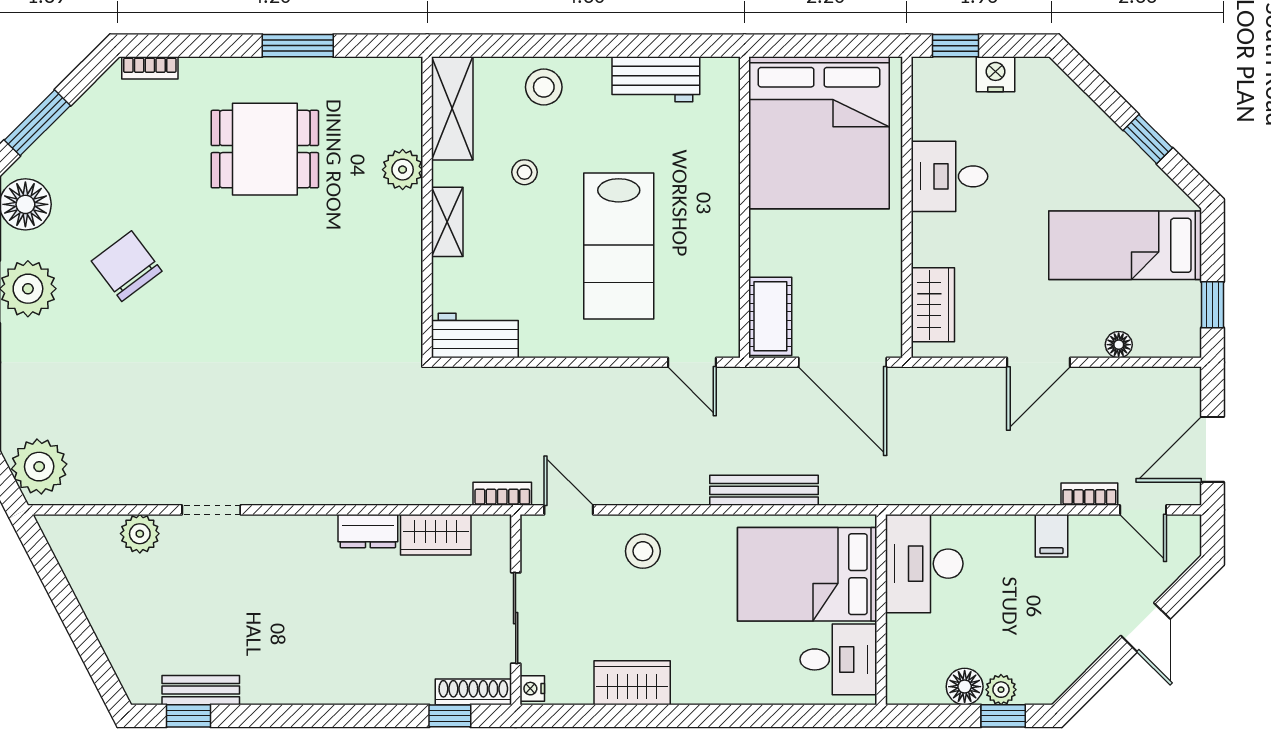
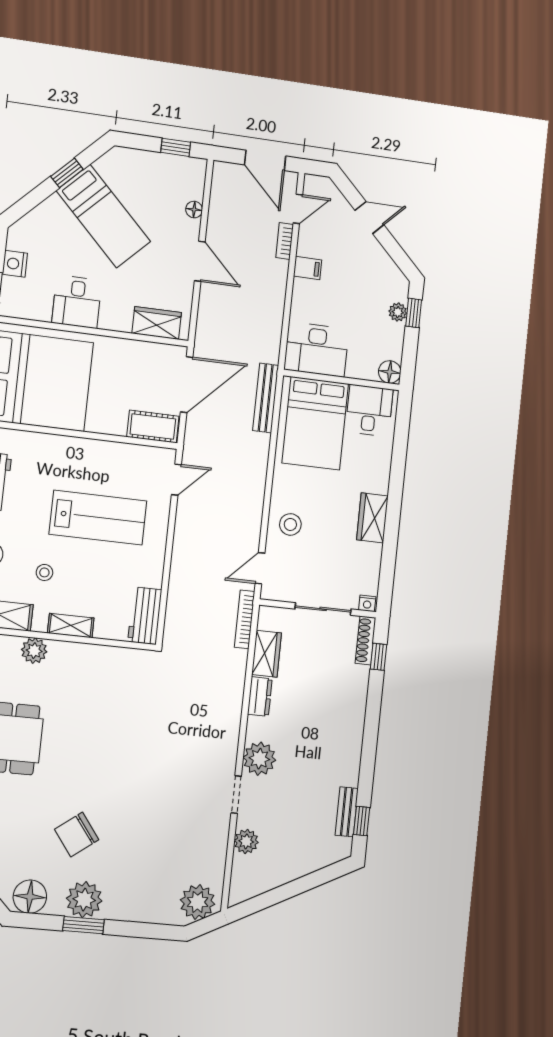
bed: (1125, 245) -> (103, 216), moved, turned -45
bench: (764, 490) -> (266, 398), moved
bookcase: (502, 494) -> (245, 619), width x1.56
plant: (271, 541) -> (259, 759), added
wardrobe: (632, 683) -> (372, 518), moved
floor lamp: (965, 687) -> (390, 372), moved

